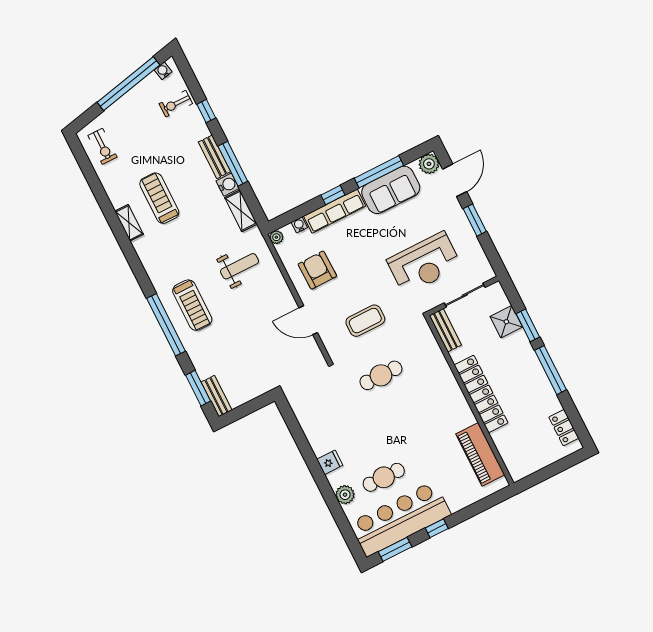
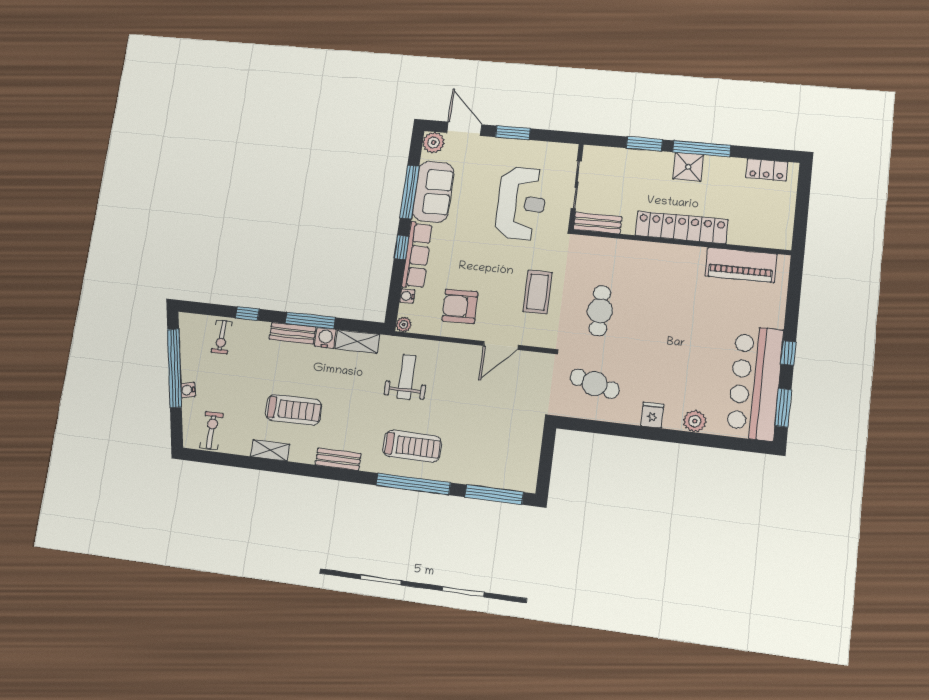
water cooler: (163, 71) -> (188, 390), moved
exercise bike: (102, 146) -> (211, 430), turned -90
treadmill: (159, 198) -> (294, 410), turned 180
shelving: (129, 223) -> (270, 450), moved
shower: (506, 322) -> (688, 167), moved
window: (198, 388) -> (494, 495), width x1.44
bench: (216, 396) -> (338, 459), moved
cafe table: (384, 477) -> (595, 384), moved, turned -75

